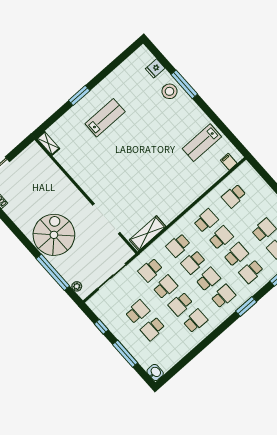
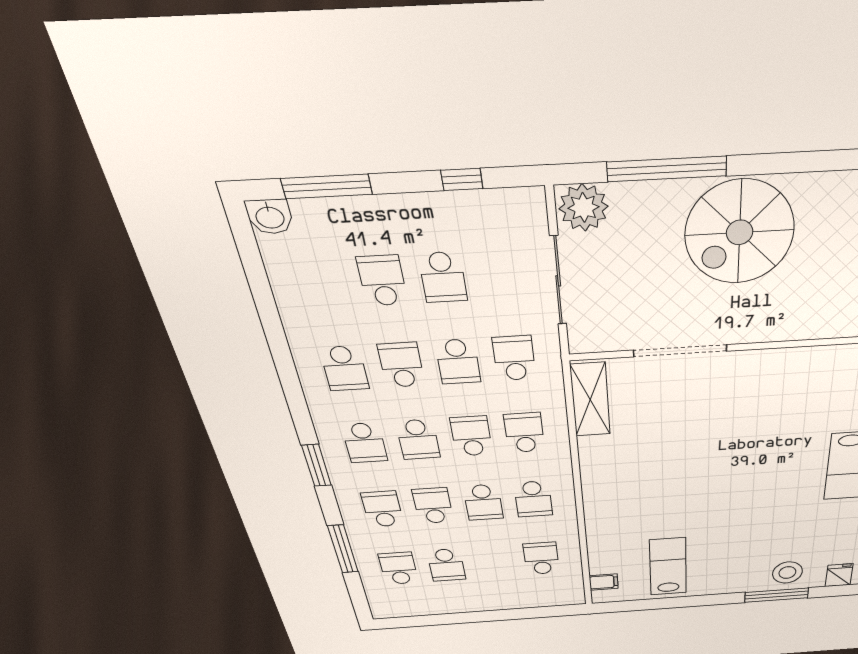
spiral stairs: (54, 235) -> (740, 232), turned 90
school desk: (236, 255) -> (433, 506), turned 180
plant: (77, 286) -> (584, 208), width x1.87, depth x1.87
window: (125, 354) -> (327, 186), moved

